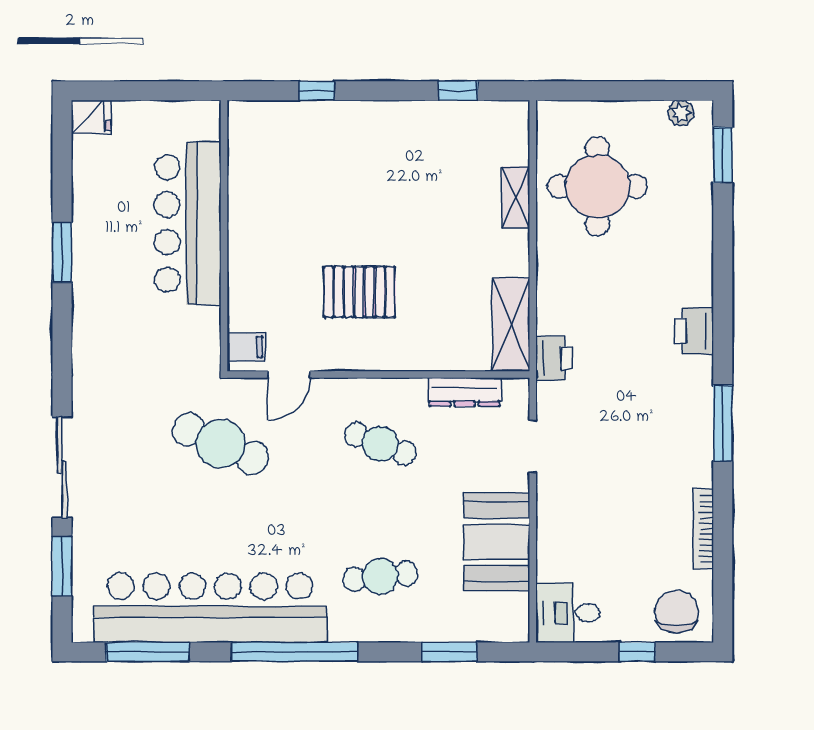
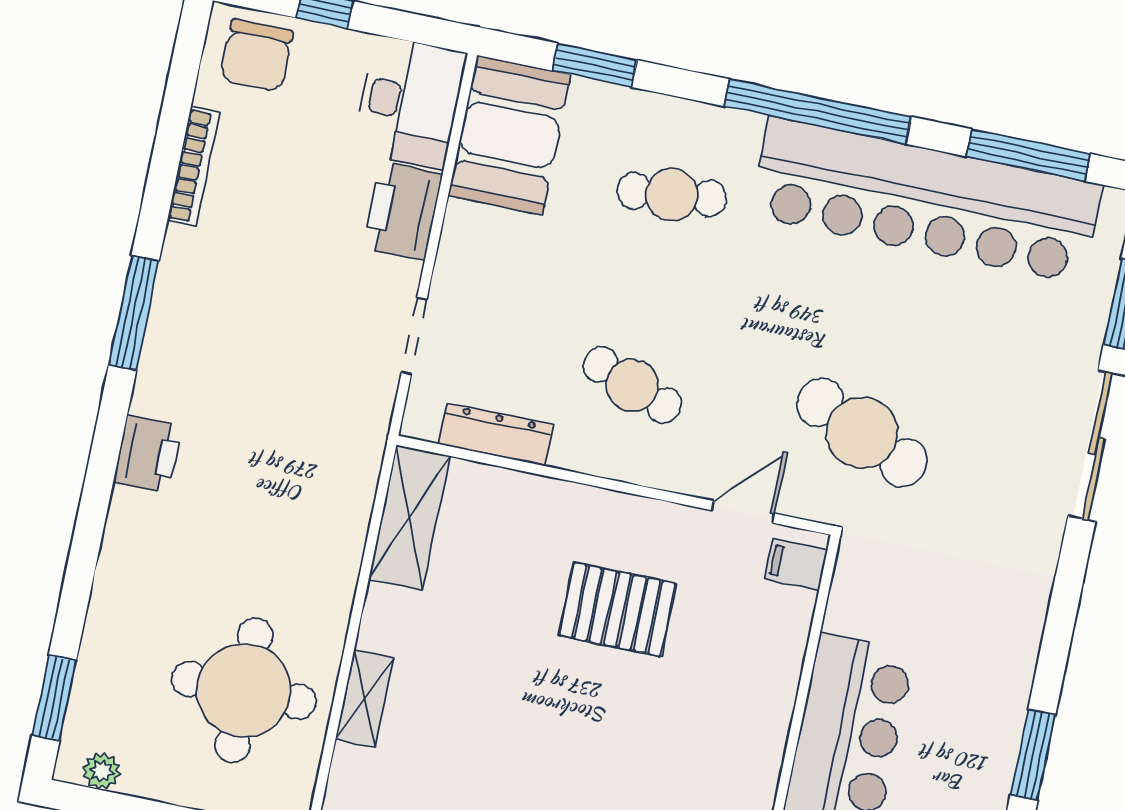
printer: (554, 358) -> (403, 211), moved, width x1.37, depth x1.19
booth: (497, 542) -> (510, 135), moved
desk: (568, 613) -> (410, 102), width x1.37

